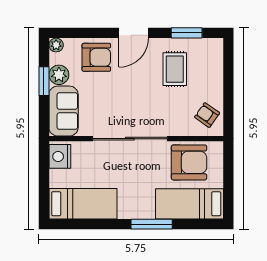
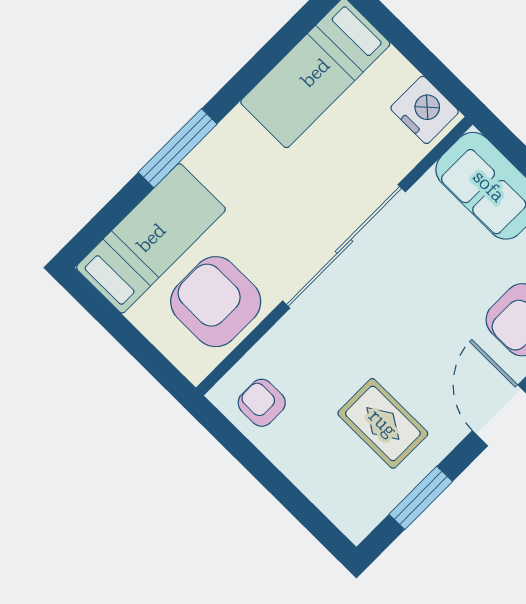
armchair: (207, 115) -> (262, 403), turned -125
armchair: (189, 162) -> (216, 302), turned 90

